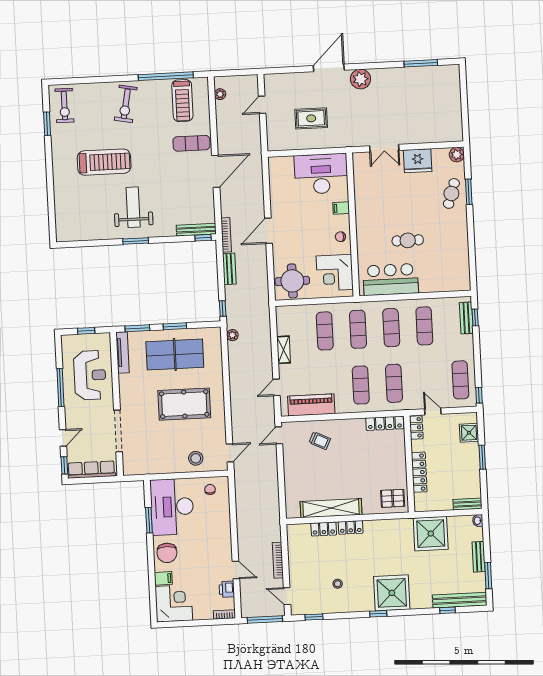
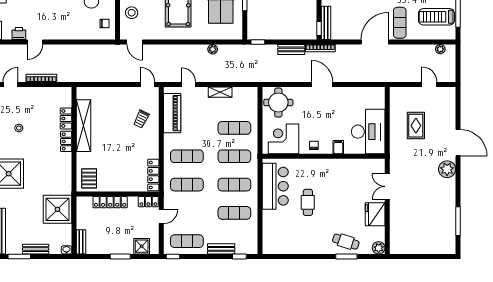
door: (216, 171) -> (375, 42), swing flipped
bench: (466, 318) -> (221, 249), moved
plant: (232, 335) -> (213, 49), moved

